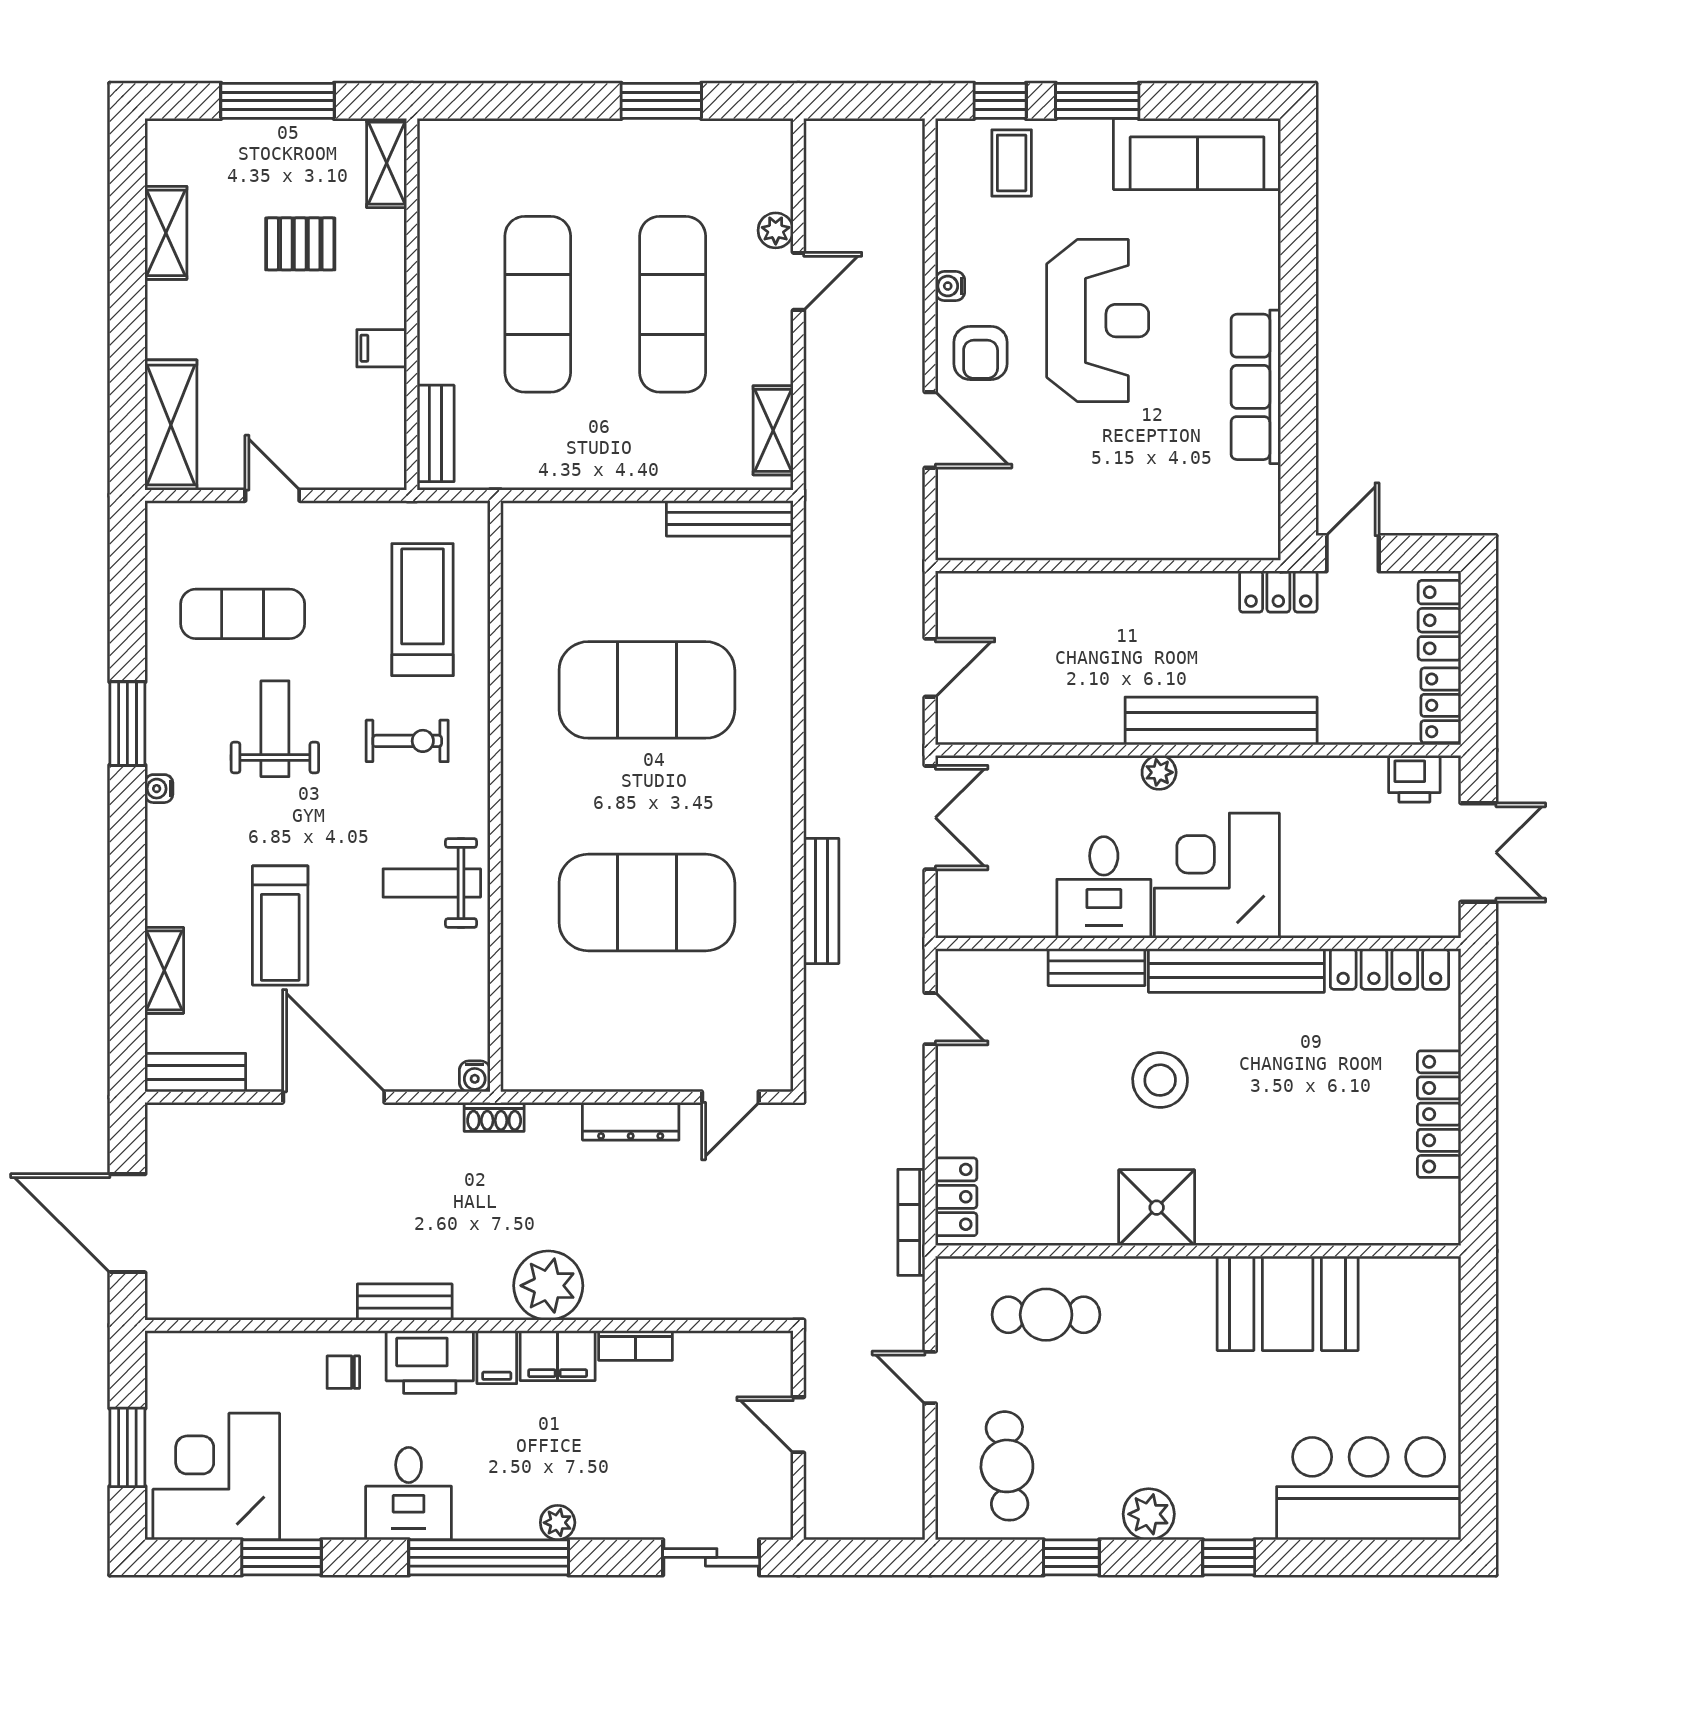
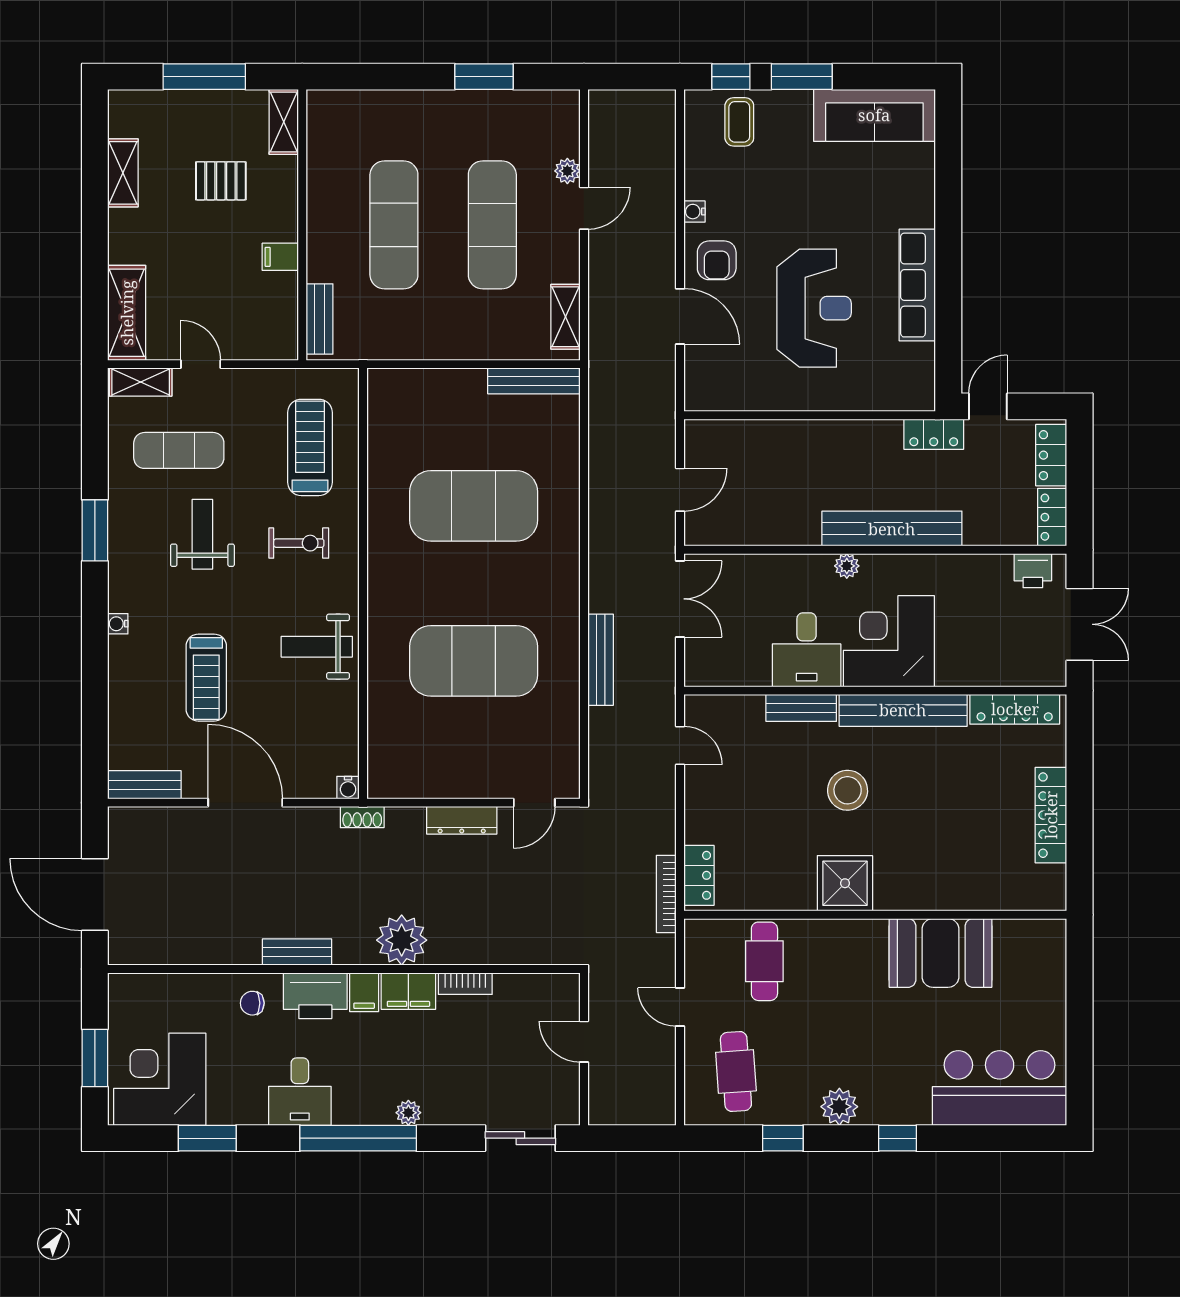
reception desk: (1098, 321) -> (814, 308), moved
water cooler: (159, 789) -> (118, 624), moved
shelving: (164, 970) -> (141, 382), moved, turned 90
cafe table: (1046, 1315) -> (764, 961), turned 90

